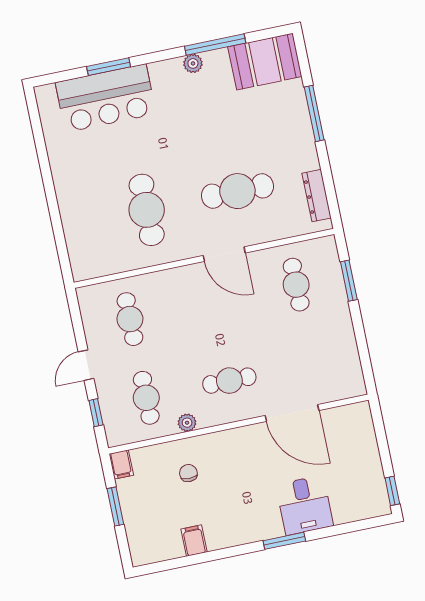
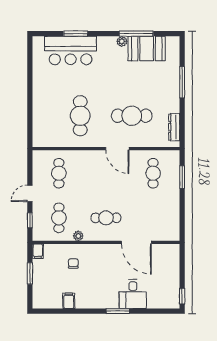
booth: (265, 62) -> (147, 49), moved

